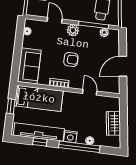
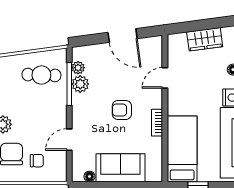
plant: (73, 30) -> (80, 84), moved
armchair: (71, 60) -> (122, 110), turned -90
sofa: (29, 66) -> (120, 168), moved

